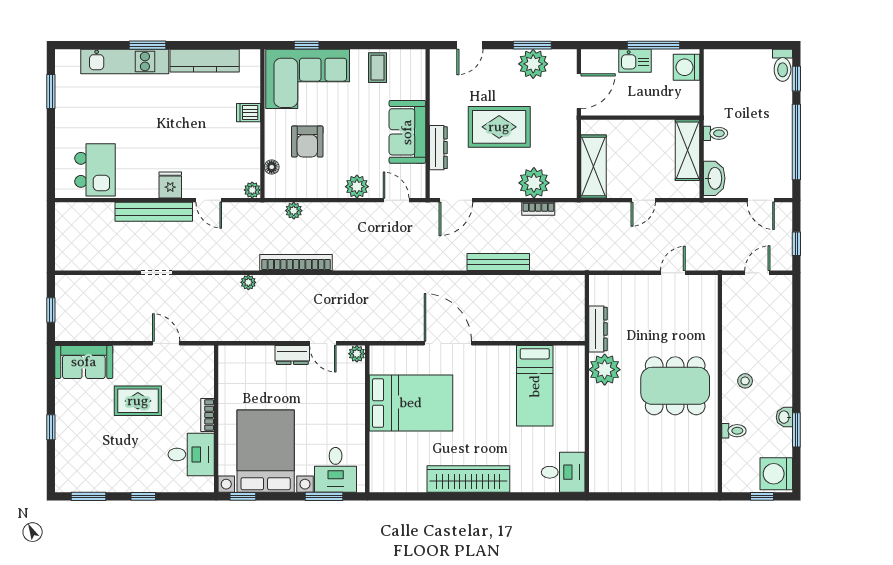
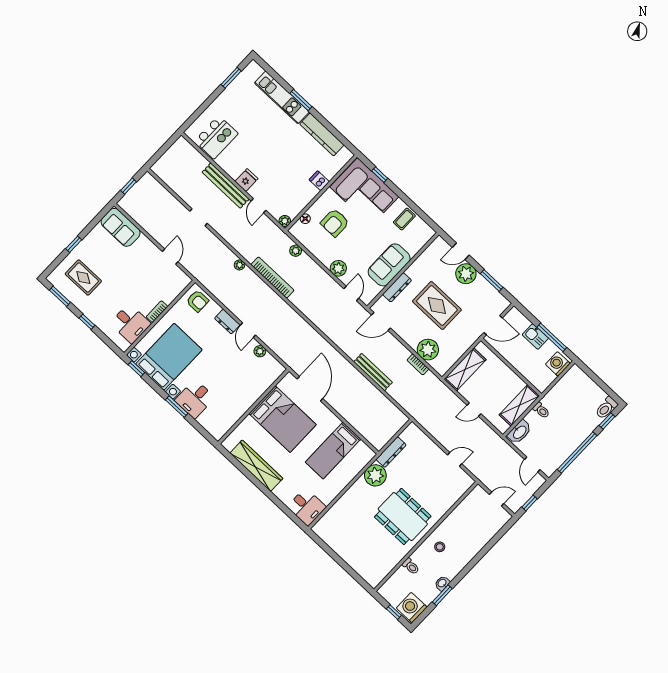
plant: (533, 64) -> (466, 274), moved
armchair: (240, 363) -> (198, 301), added
rug: (138, 401) -> (83, 277), moved
bed: (411, 403) -> (283, 419), moved
wall: (367, 419) -> (253, 406), moved

